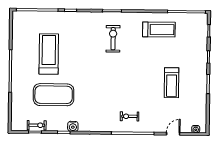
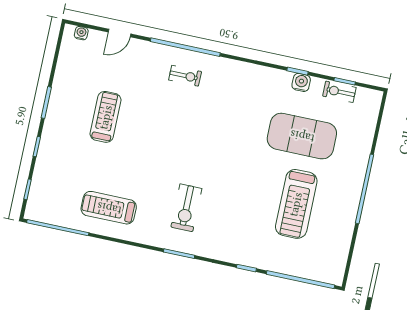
water cooler: (73, 126) -> (301, 82), moved

